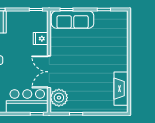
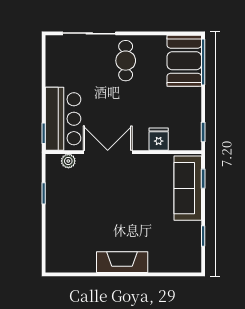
fireplace: (121, 89) -> (122, 262), moved
plant: (59, 98) -> (68, 161), width x0.53, depth x0.53

